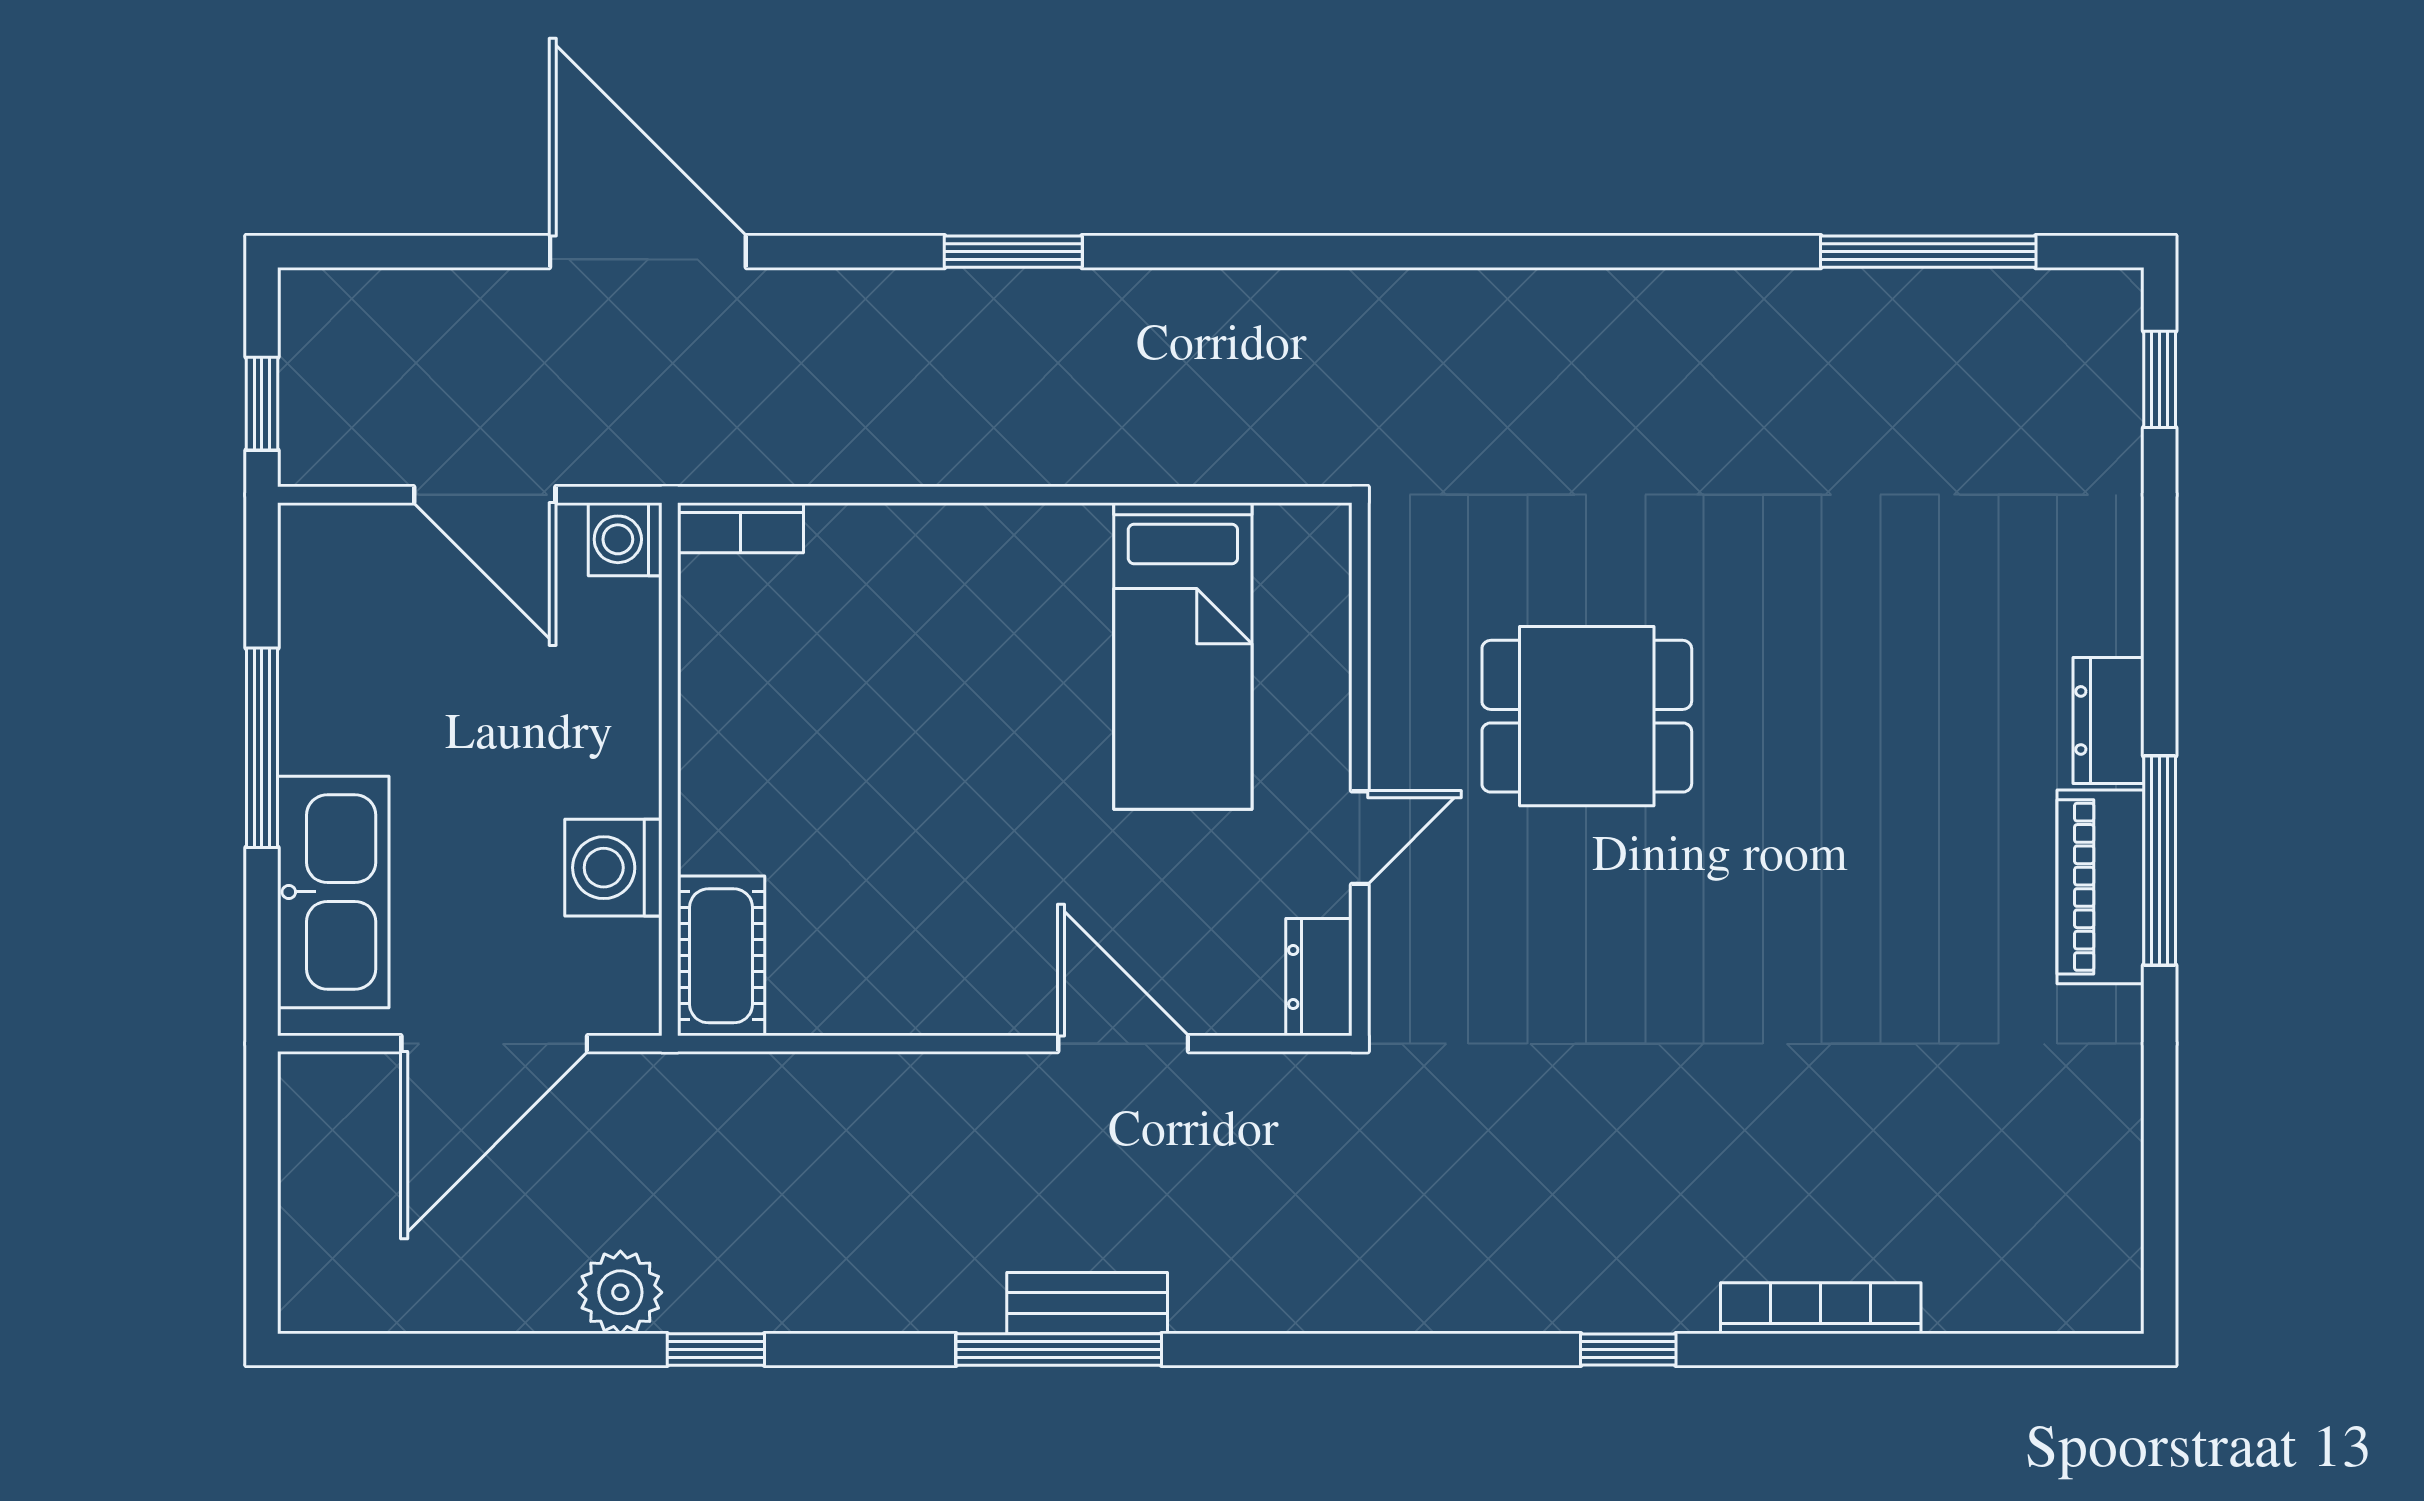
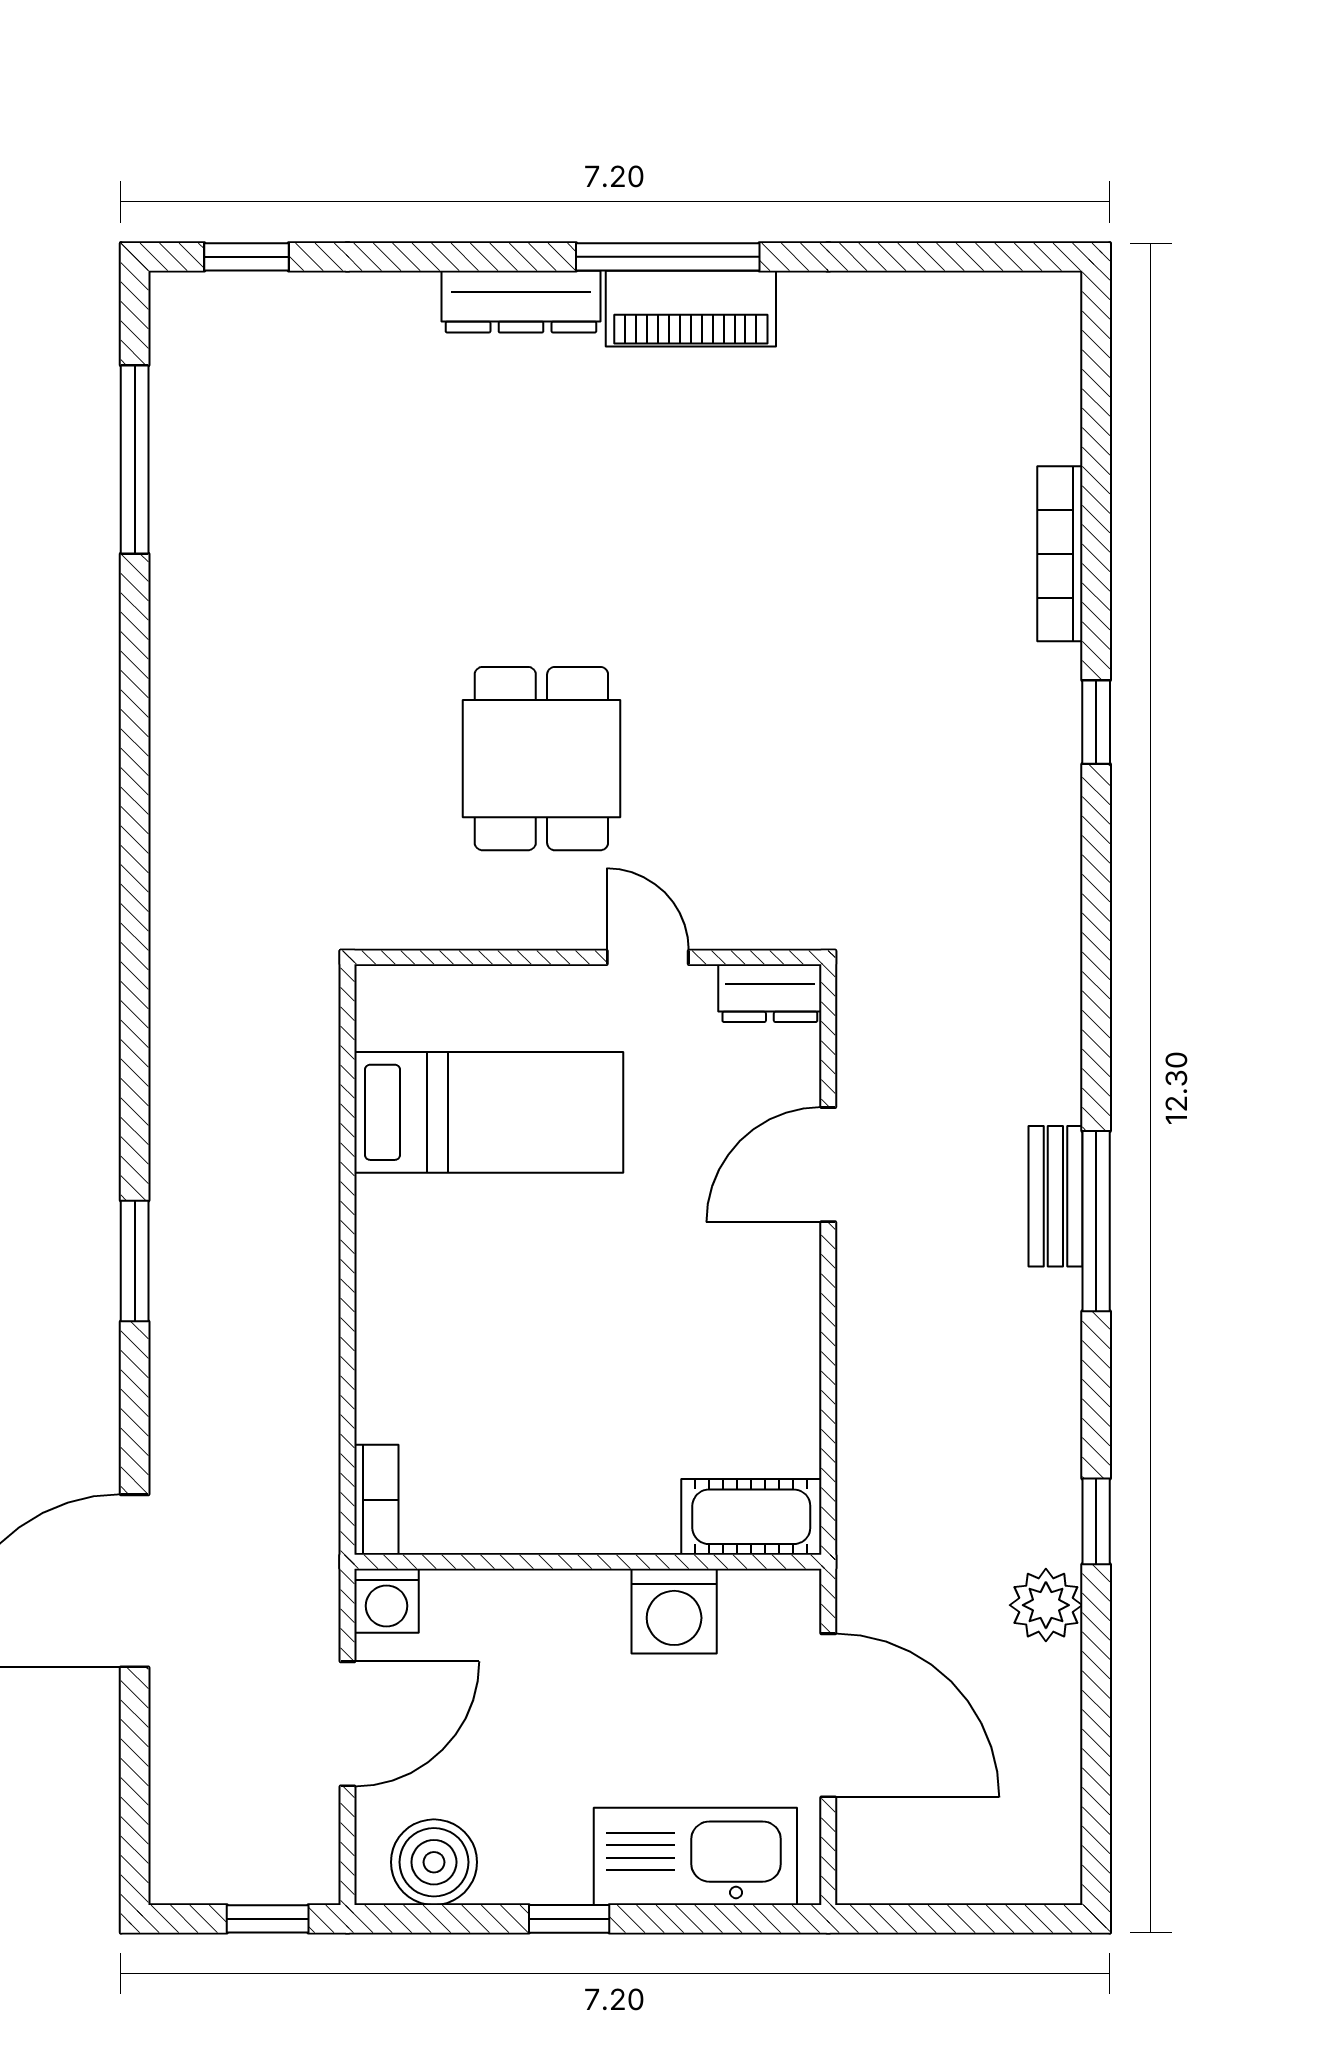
boiler: (327, 594) -> (434, 1862), added
dresser: (2108, 720) -> (521, 302), width x1.44
window: (262, 748) -> (569, 1919), width x0.46

